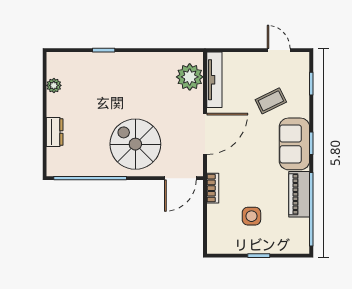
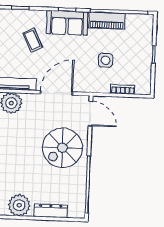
plant: (54, 85) -> (19, 205), width x1.88, depth x1.88
dresser: (55, 132) -> (51, 211), width x1.44
door: (205, 134) -> (56, 93), hinge flipped
bookcase: (213, 188) -> (123, 89), moved
side table: (251, 216) -> (106, 60), moved

